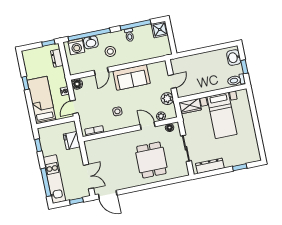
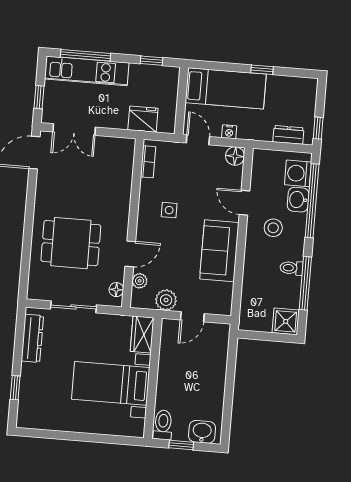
door: (172, 81) -> (192, 317), hinge flipped

